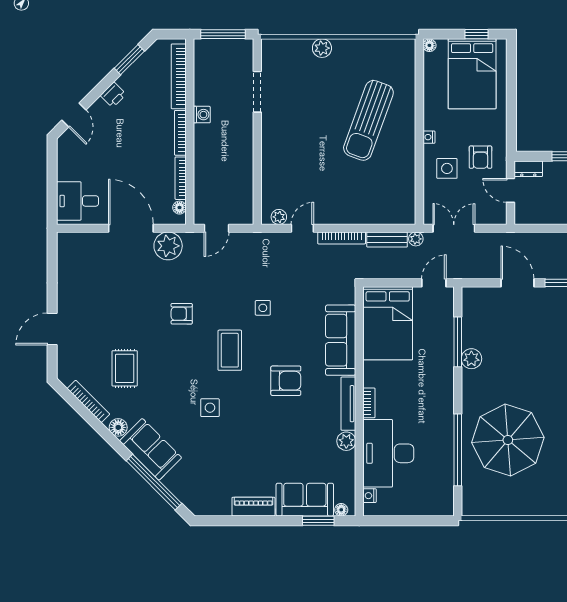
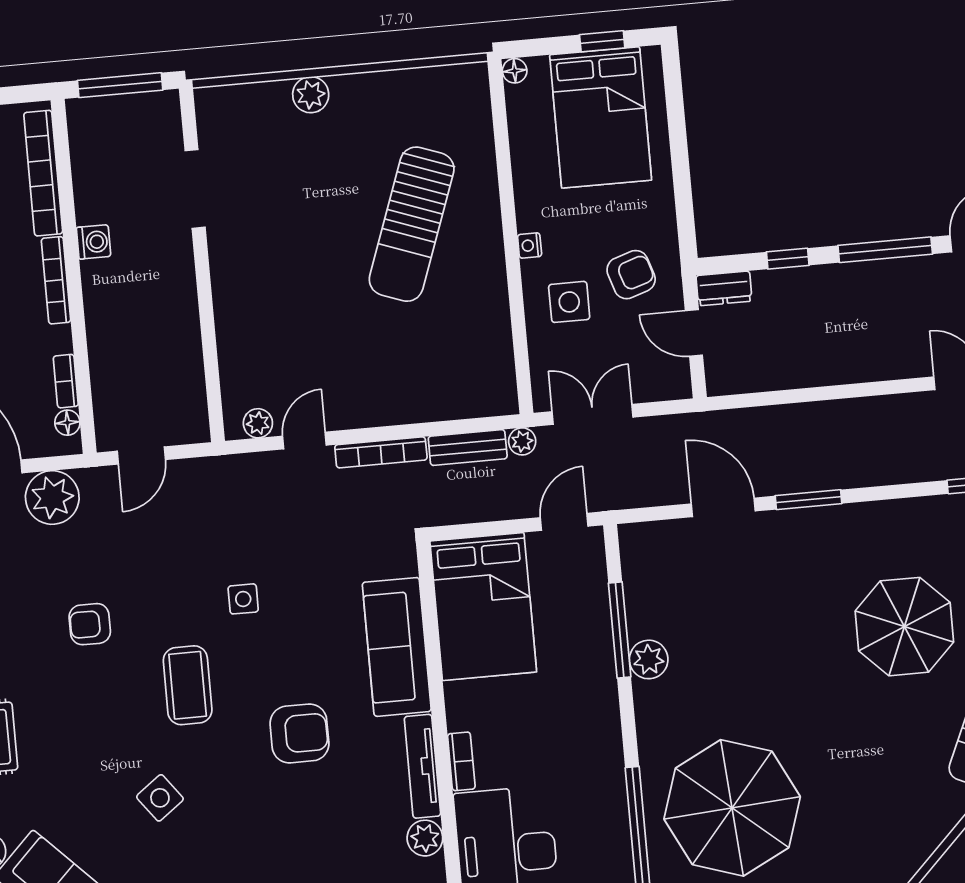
armchair: (480, 157) -> (631, 275), turned -108
bookcase: (181, 178) -> (66, 381), width x0.64
side table: (210, 408) -> (160, 798), turned -37

